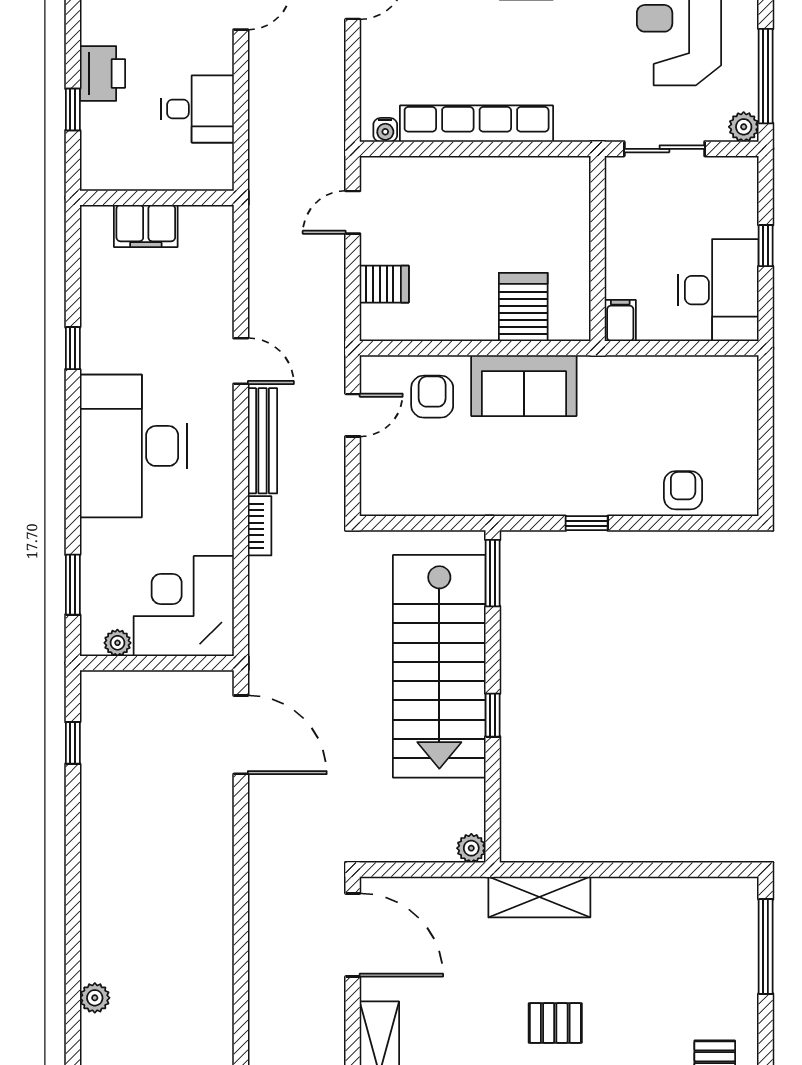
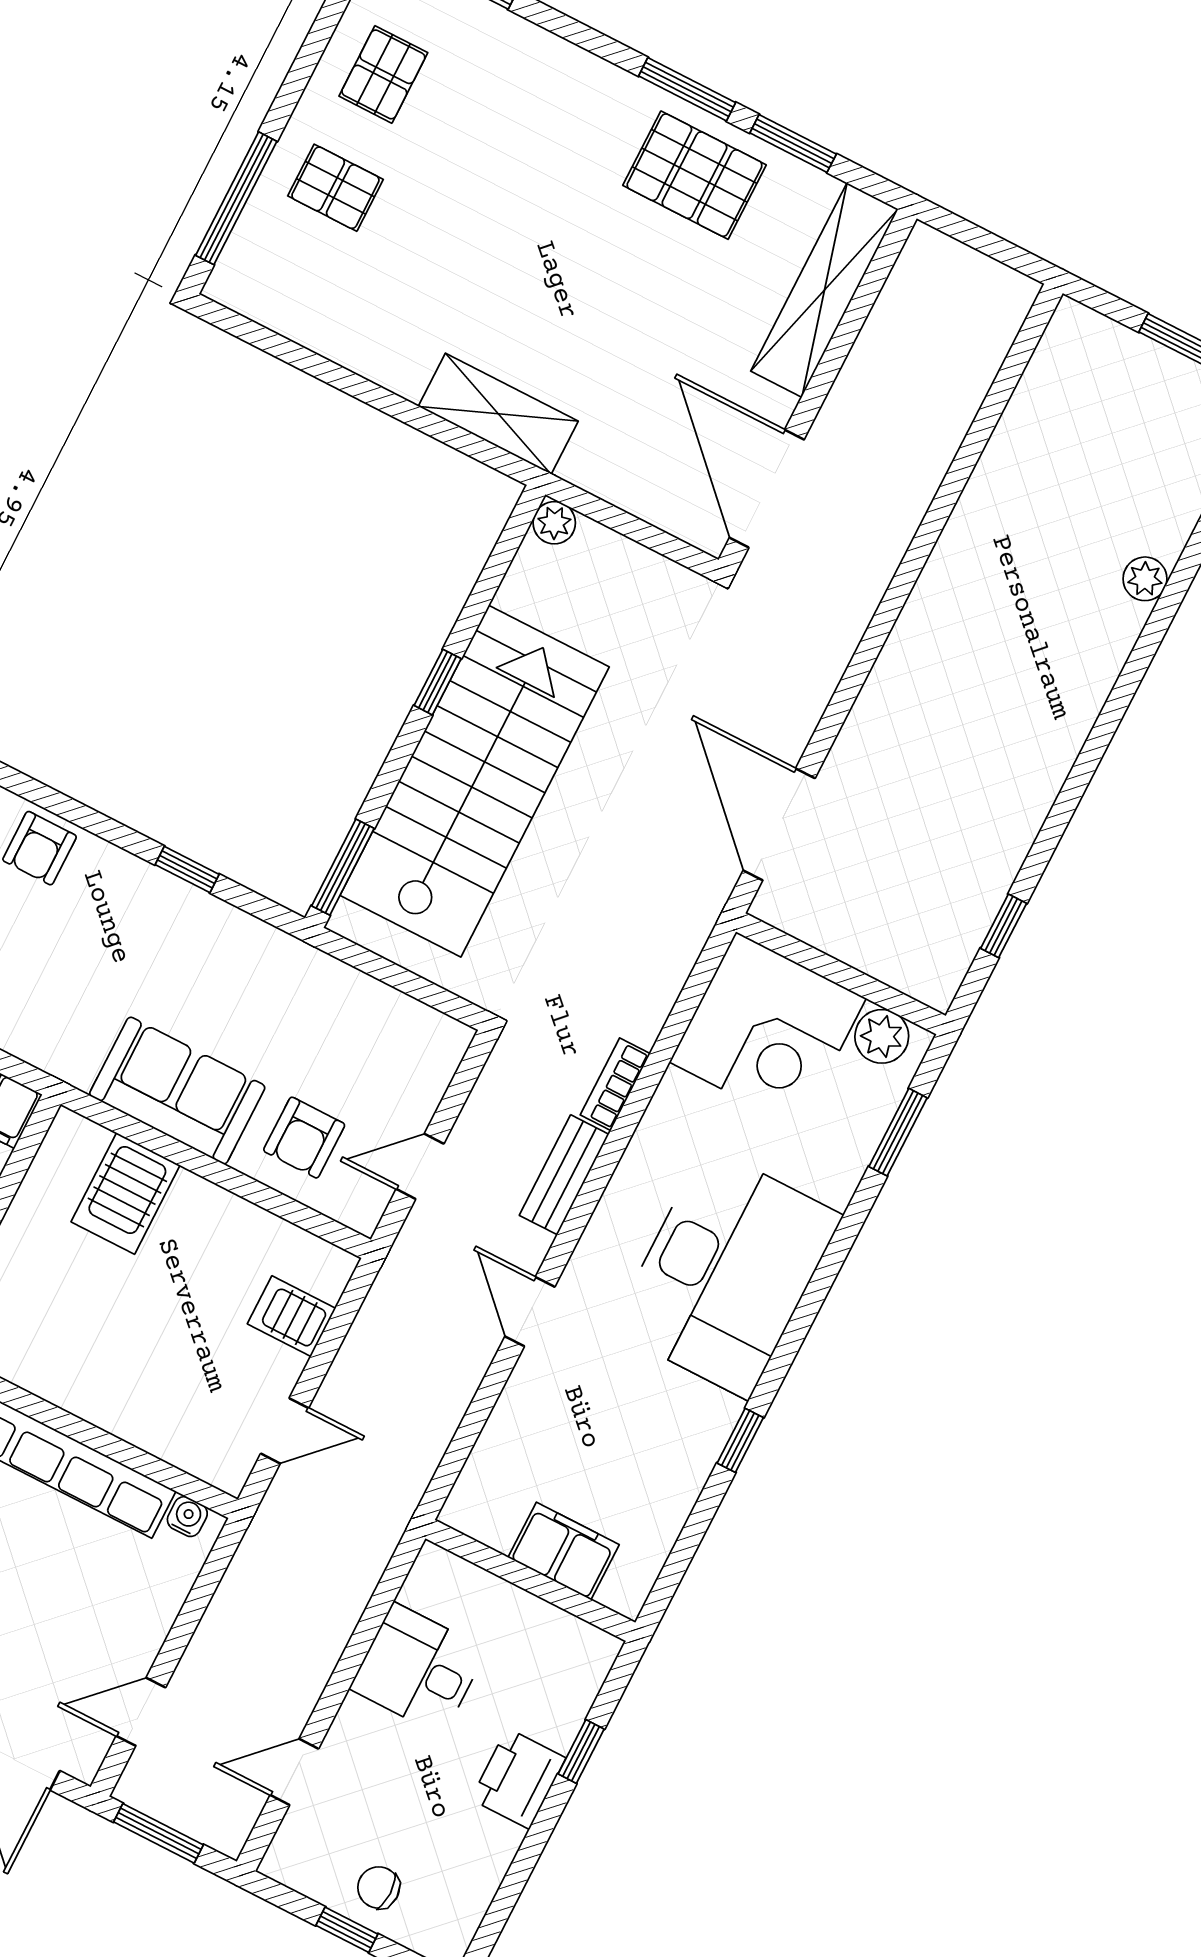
bench: (263, 441) -> (564, 1175), width x0.73
plant: (117, 643) -> (882, 1036), width x1.38, depth x1.38
pallet: (555, 1023) -> (335, 188), moved

